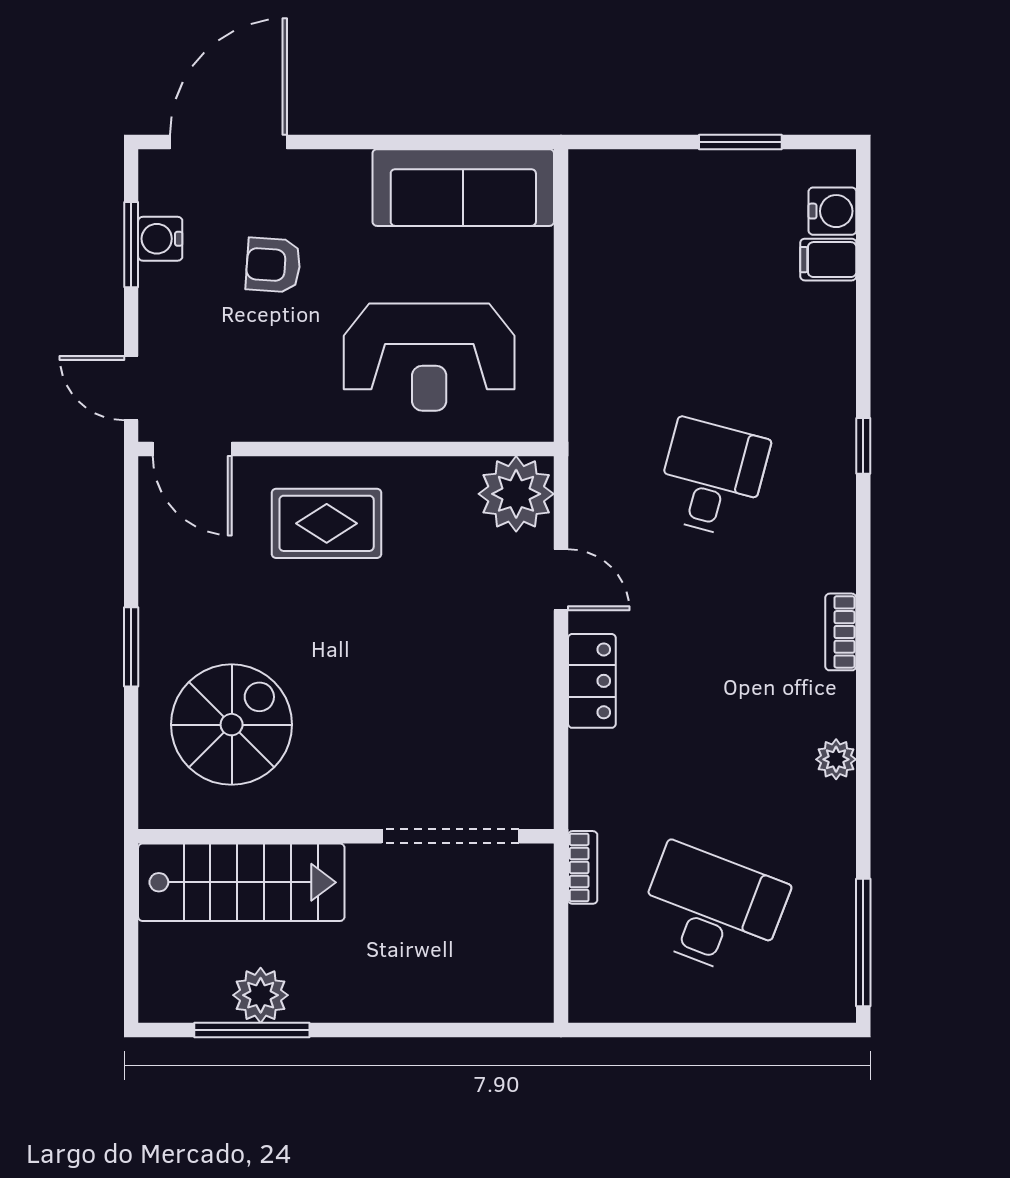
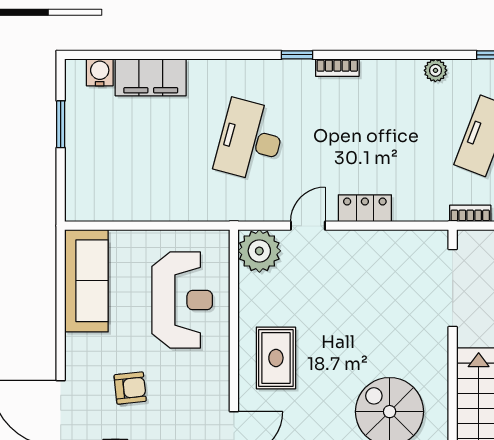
filing cabinet: (828, 260) -> (151, 77), width x3.00, depth x1.17
armchair: (273, 265) -> (130, 388), turned -100
window: (863, 446) -> (297, 55), moved
desk: (712, 478) -> (250, 140), width x1.37
plant: (836, 759) -> (435, 70), moved

